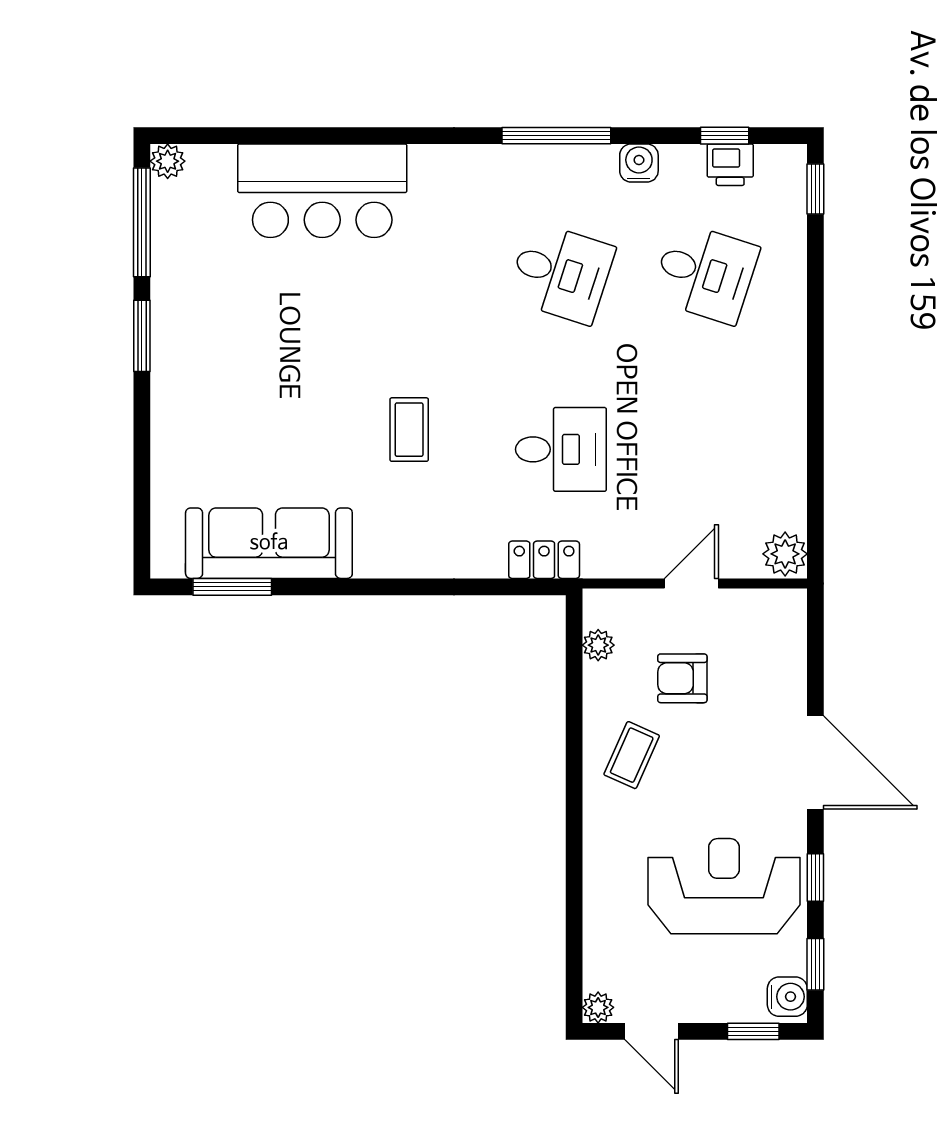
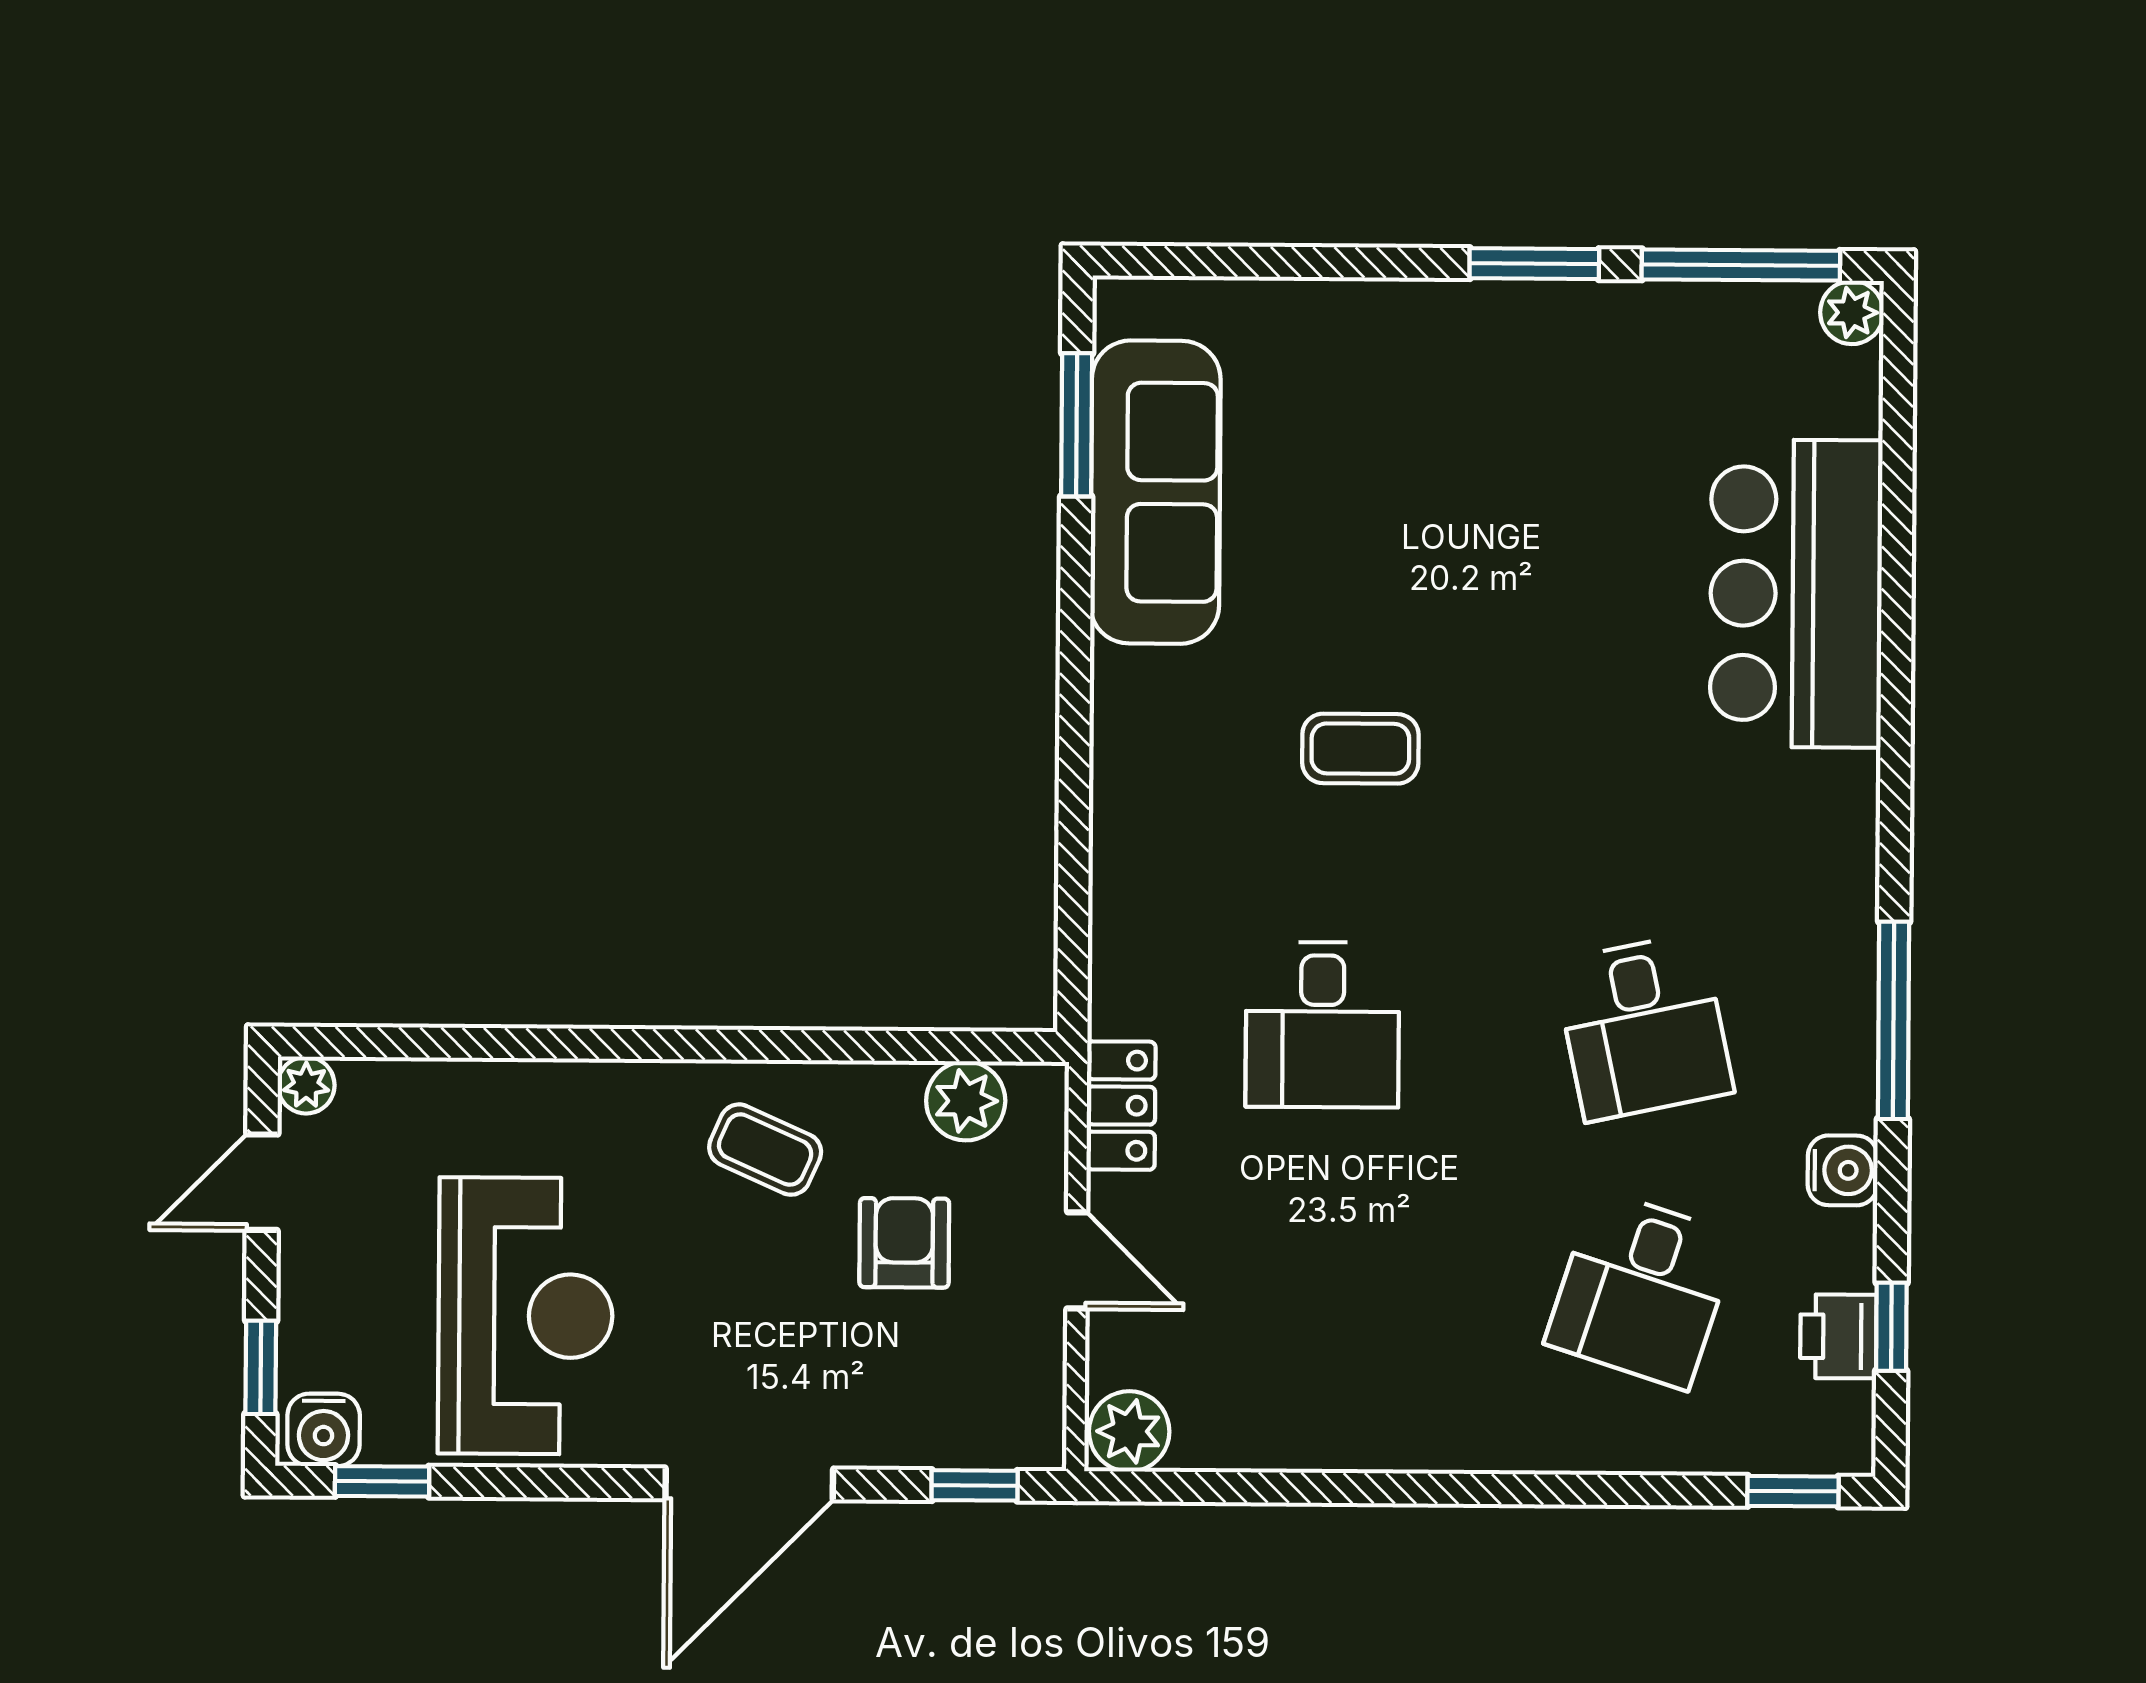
desk: (561, 273) -> (1643, 1027), turned -30
locker: (544, 560) -> (1121, 1106), moved
plant: (598, 645) -> (966, 1101), width x1.38, depth x1.38
window: (815, 878) -> (975, 1485), moved

